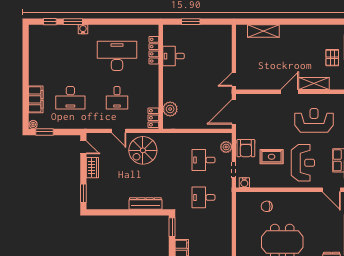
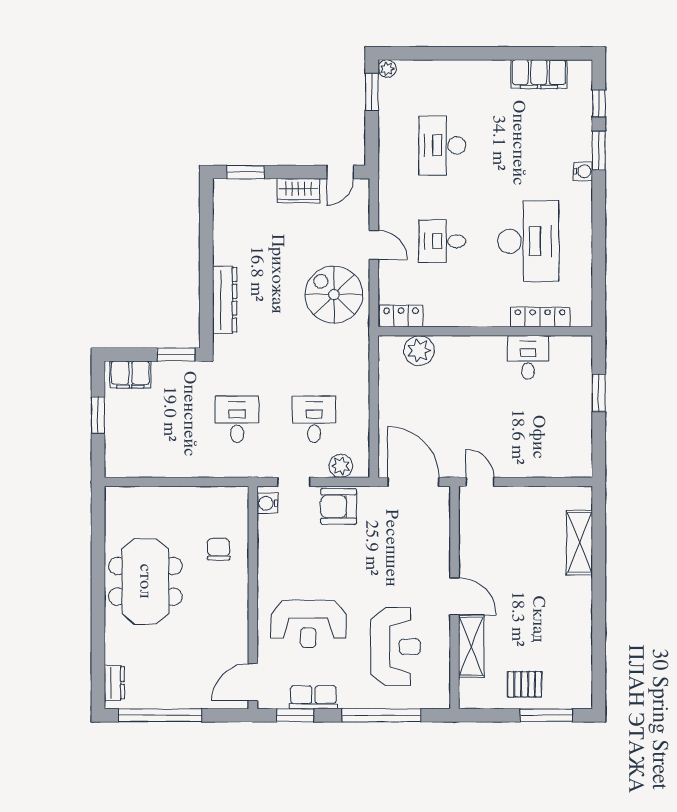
filing cabinet: (36, 99) -> (539, 74), moved
door: (119, 131) -> (374, 245), swing flipped
rug: (272, 157) -> (321, 559), removed

